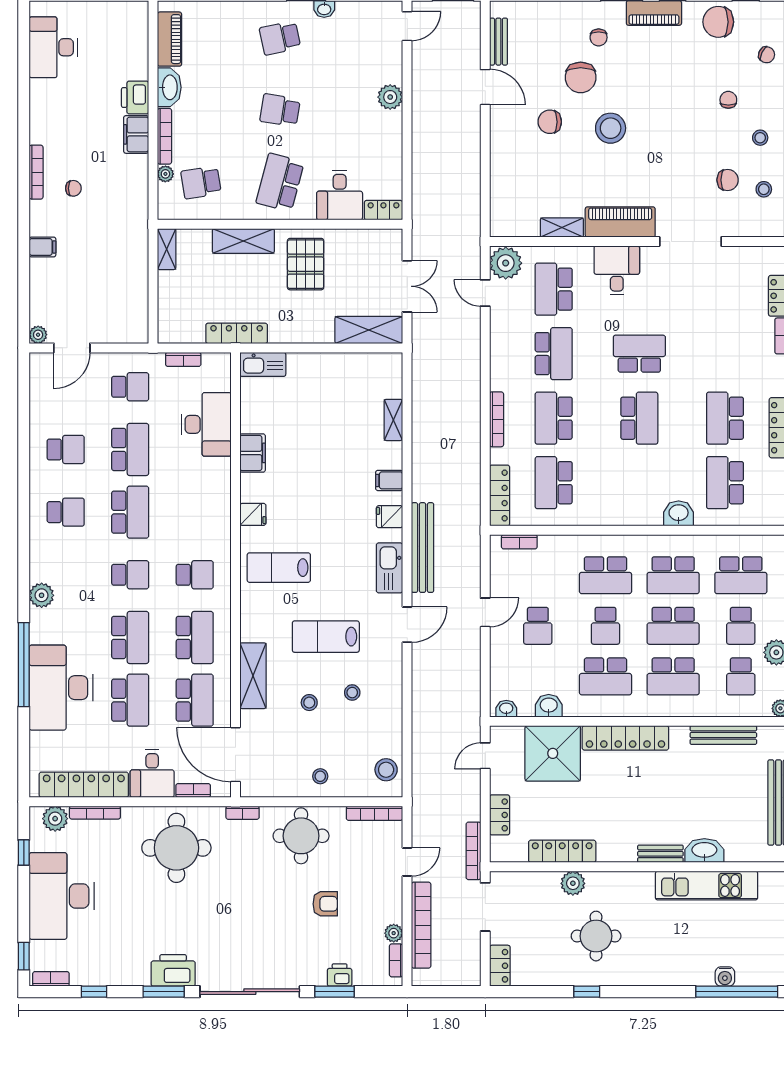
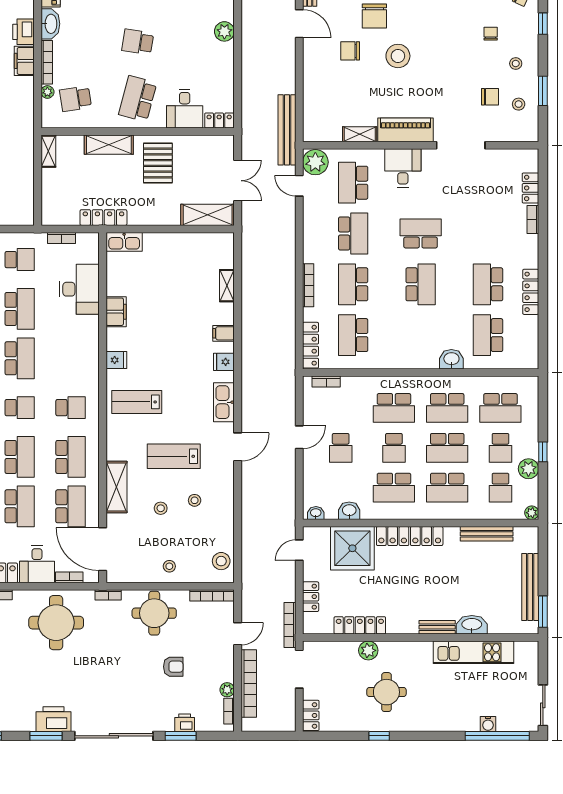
bench: (423, 548) -> (287, 130), moved

